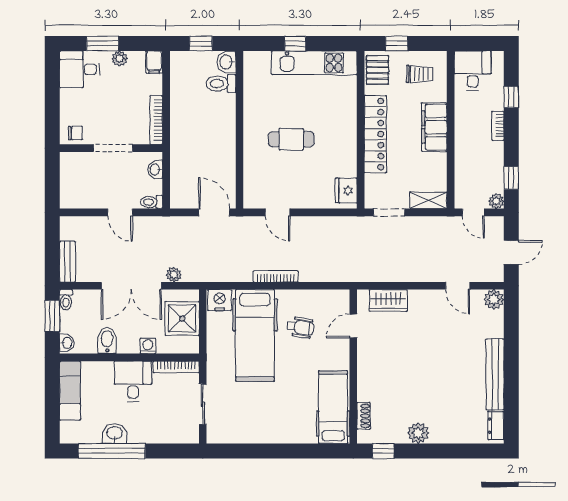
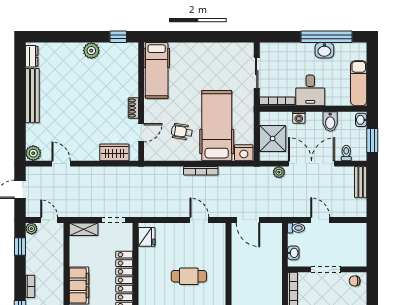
toilet: (66, 300) -> (346, 153), moved
shoe rack: (364, 416) -> (133, 108), moved

